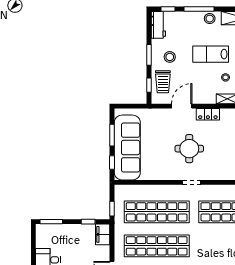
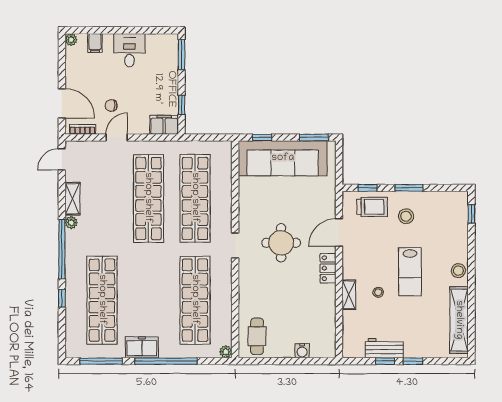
window: (199, 9) -> (471, 256), removed
workbench: (158, 25) -> (450, 201), removed
lab bench: (211, 54) -> (410, 272), turned 180
trolley: (163, 82) -> (372, 207), turned 180
door: (182, 106) -> (339, 232), swing flipped
window: (112, 135) -> (314, 137), moved
window: (112, 209) -> (199, 137), removed

